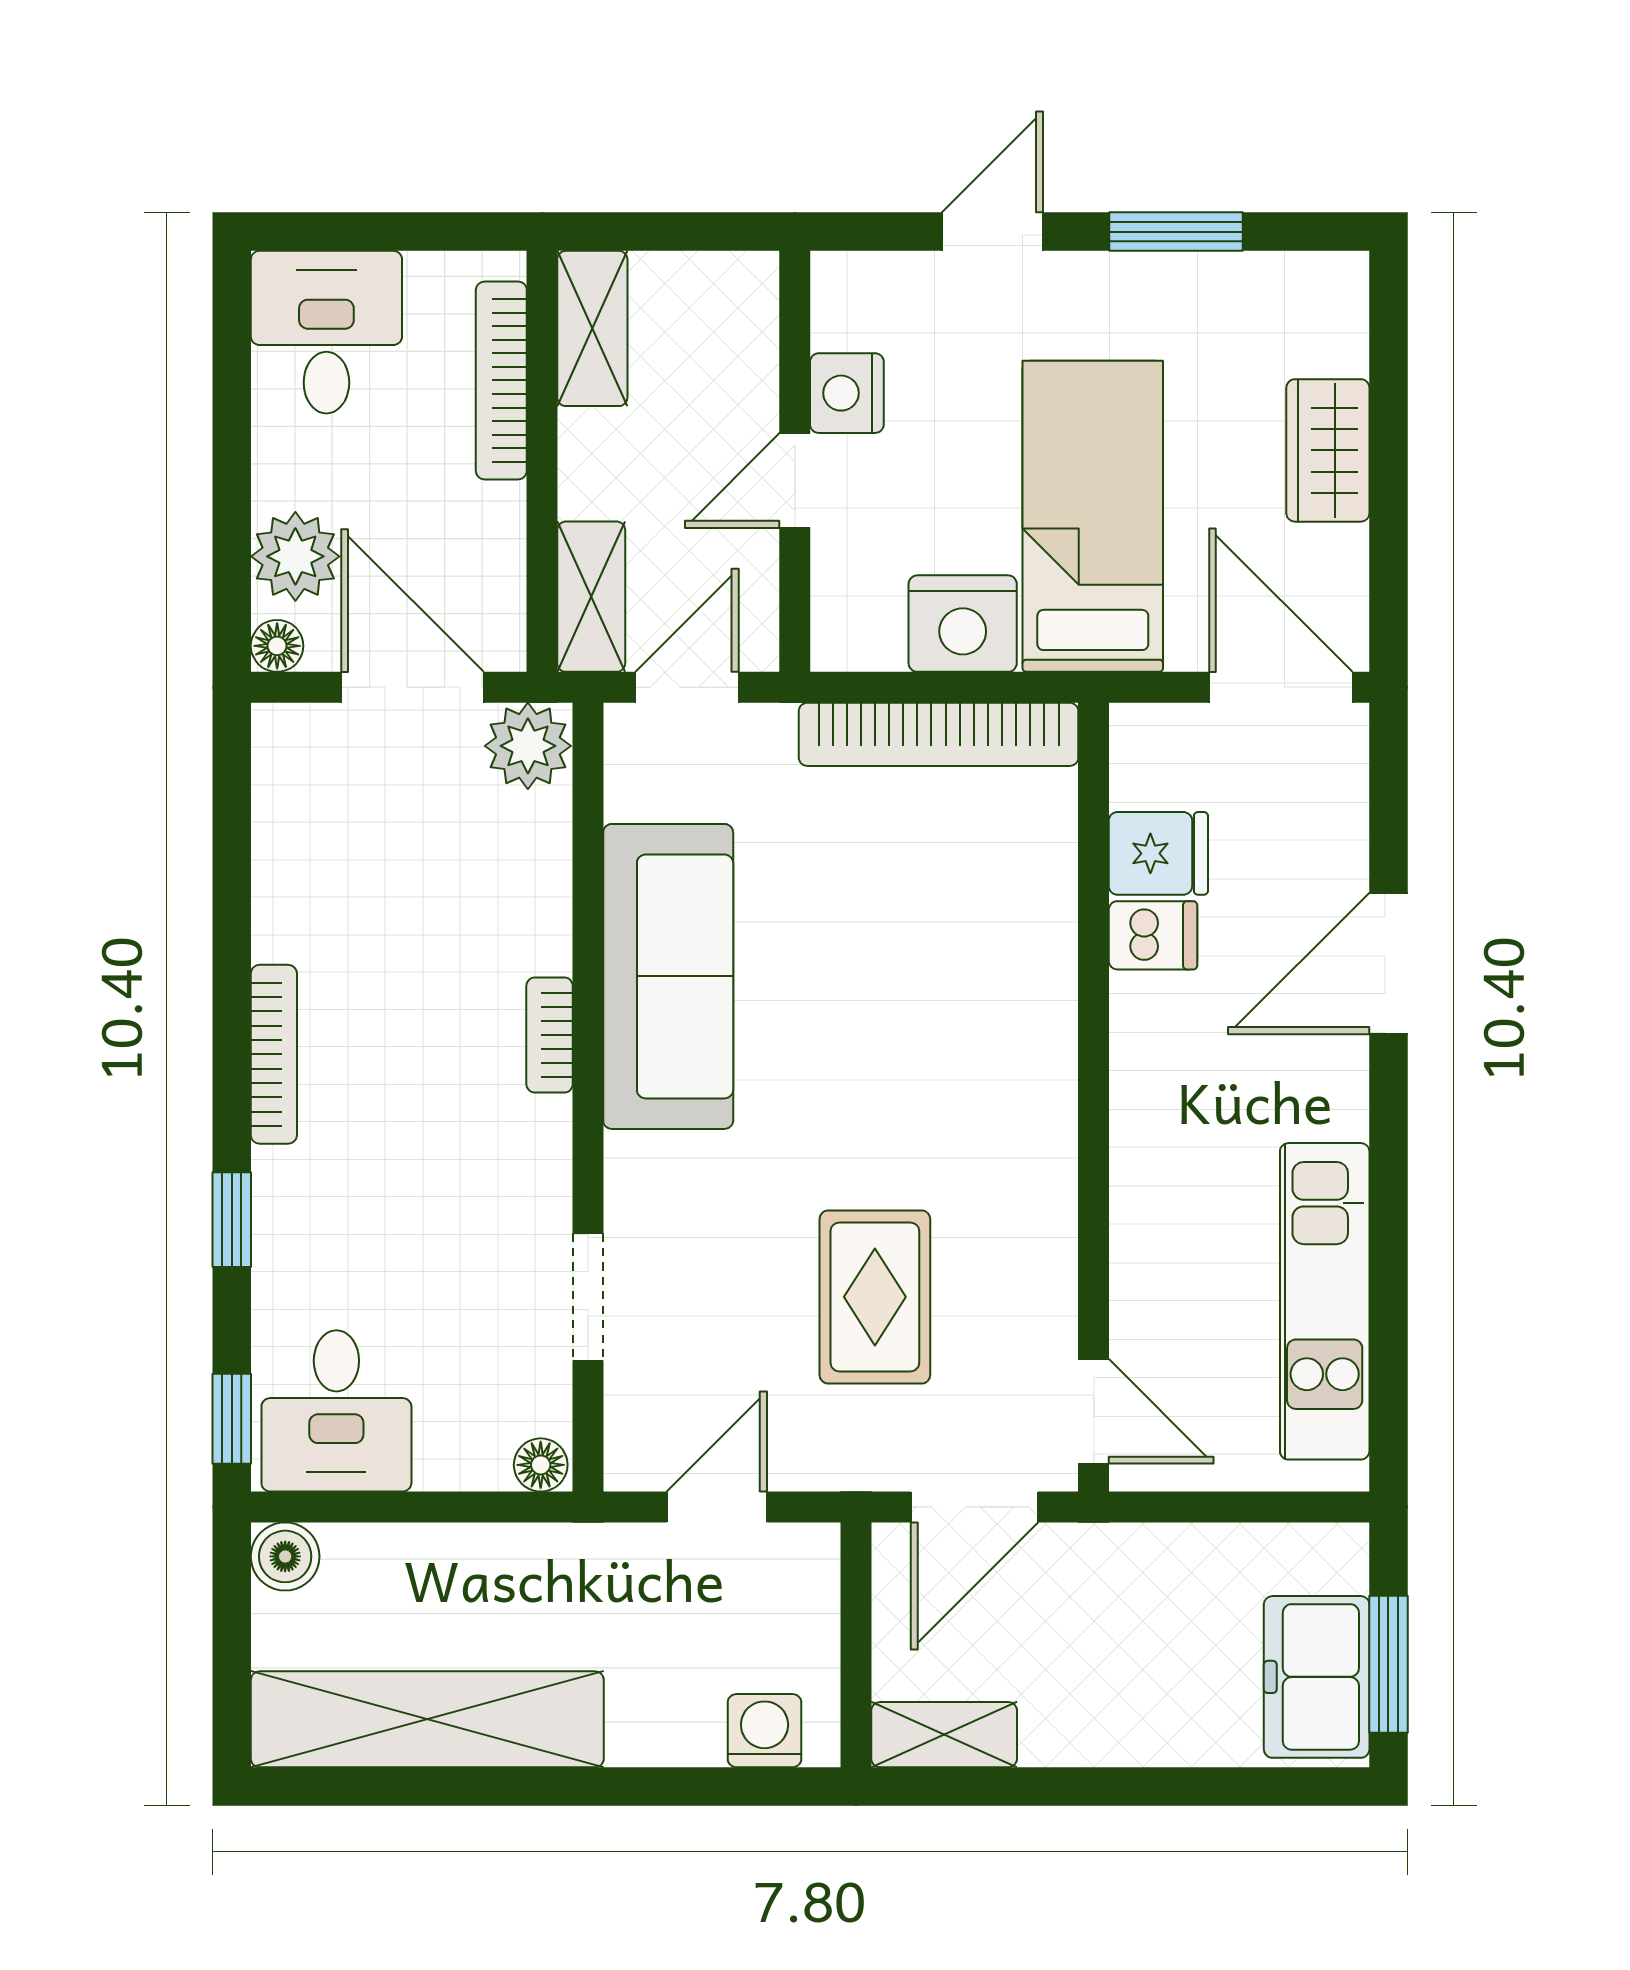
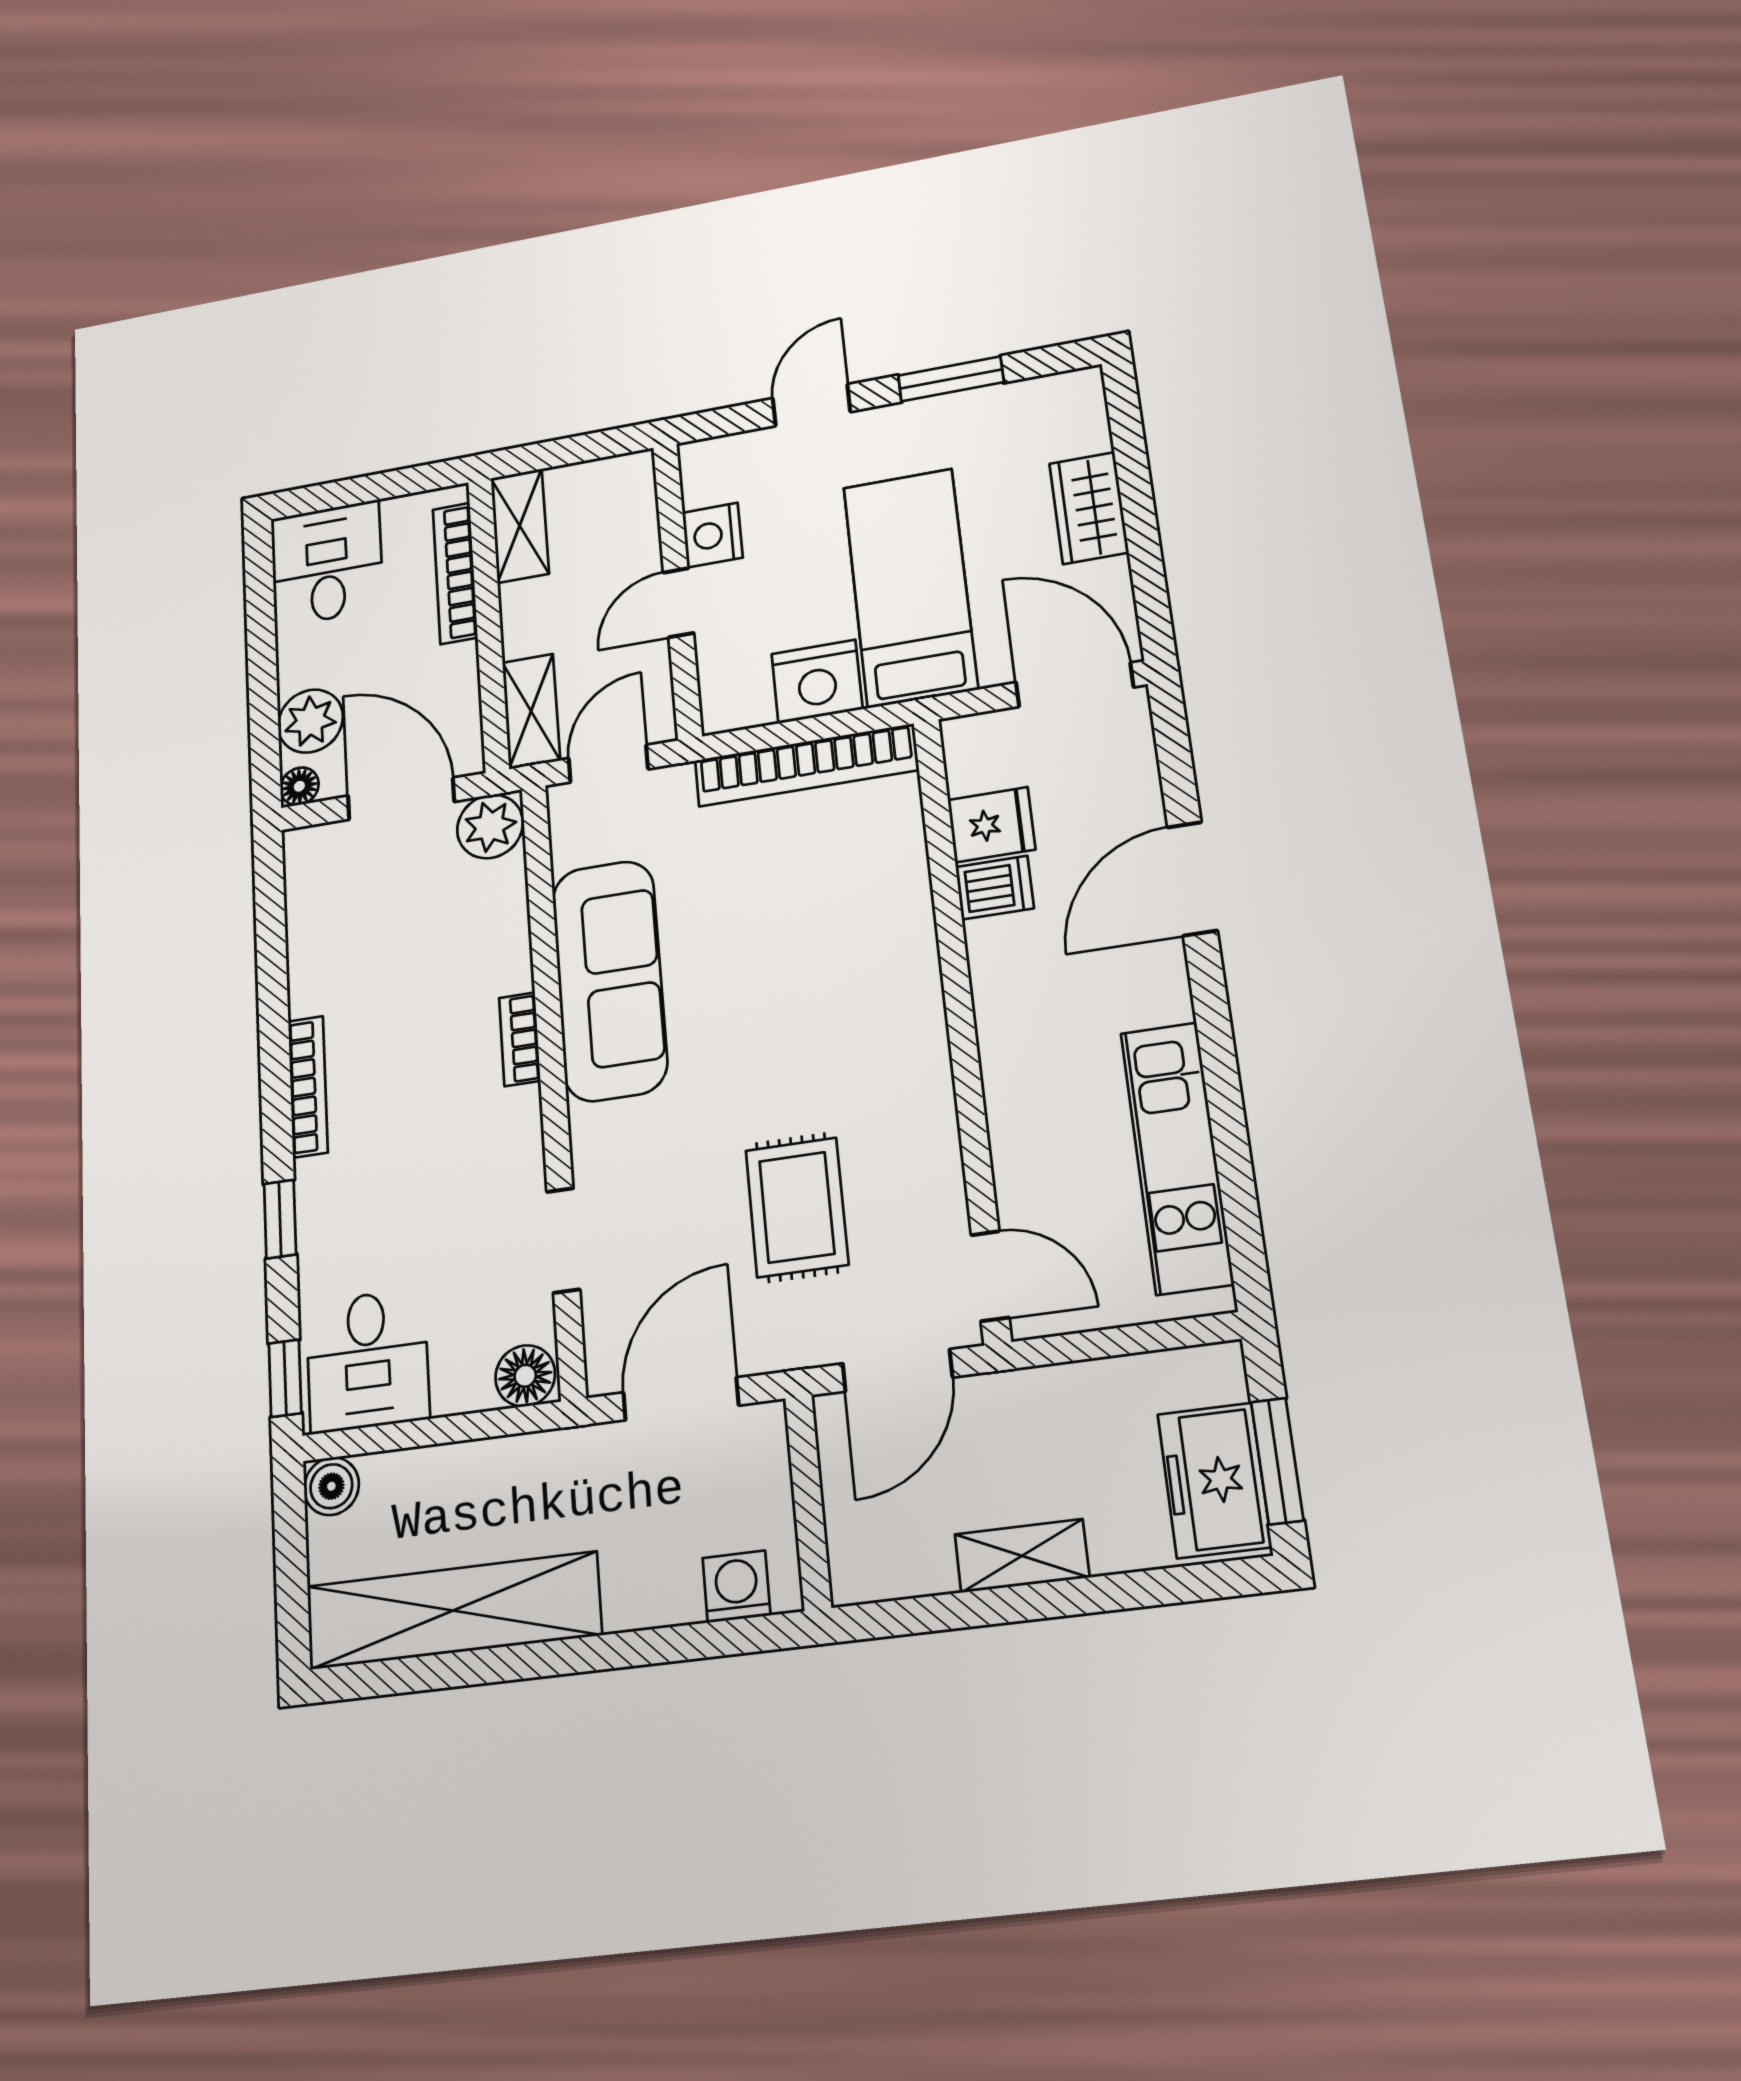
floor lamp: (541, 1465) -> (525, 1376), width x1.37, depth x1.37
door: (717, 1507) -> (681, 1399), width x1.38
shelving: (944, 1735) -> (1022, 1556), moved

